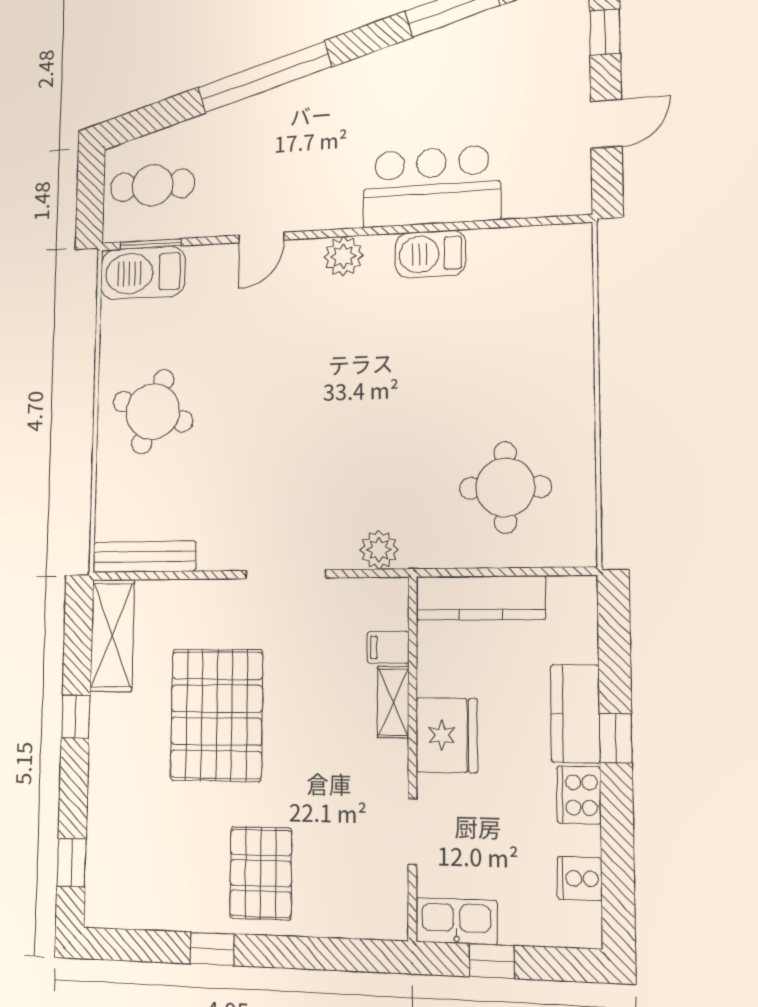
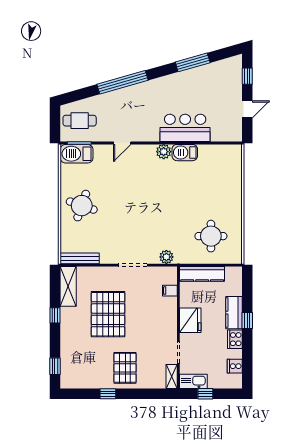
plant: (343, 256) -> (164, 152), moved
shelving: (393, 702) -> (172, 376), moved

